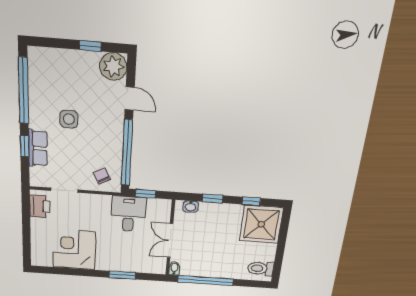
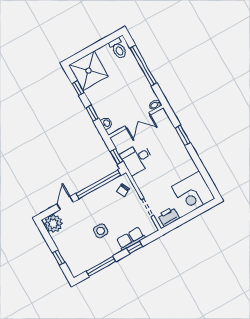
window: (90, 46) -> (59, 257), moved
window: (23, 91) -> (101, 266), width x0.68
corner desk: (74, 250) -> (193, 193), moved
window: (205, 281) -> (143, 65), moved

